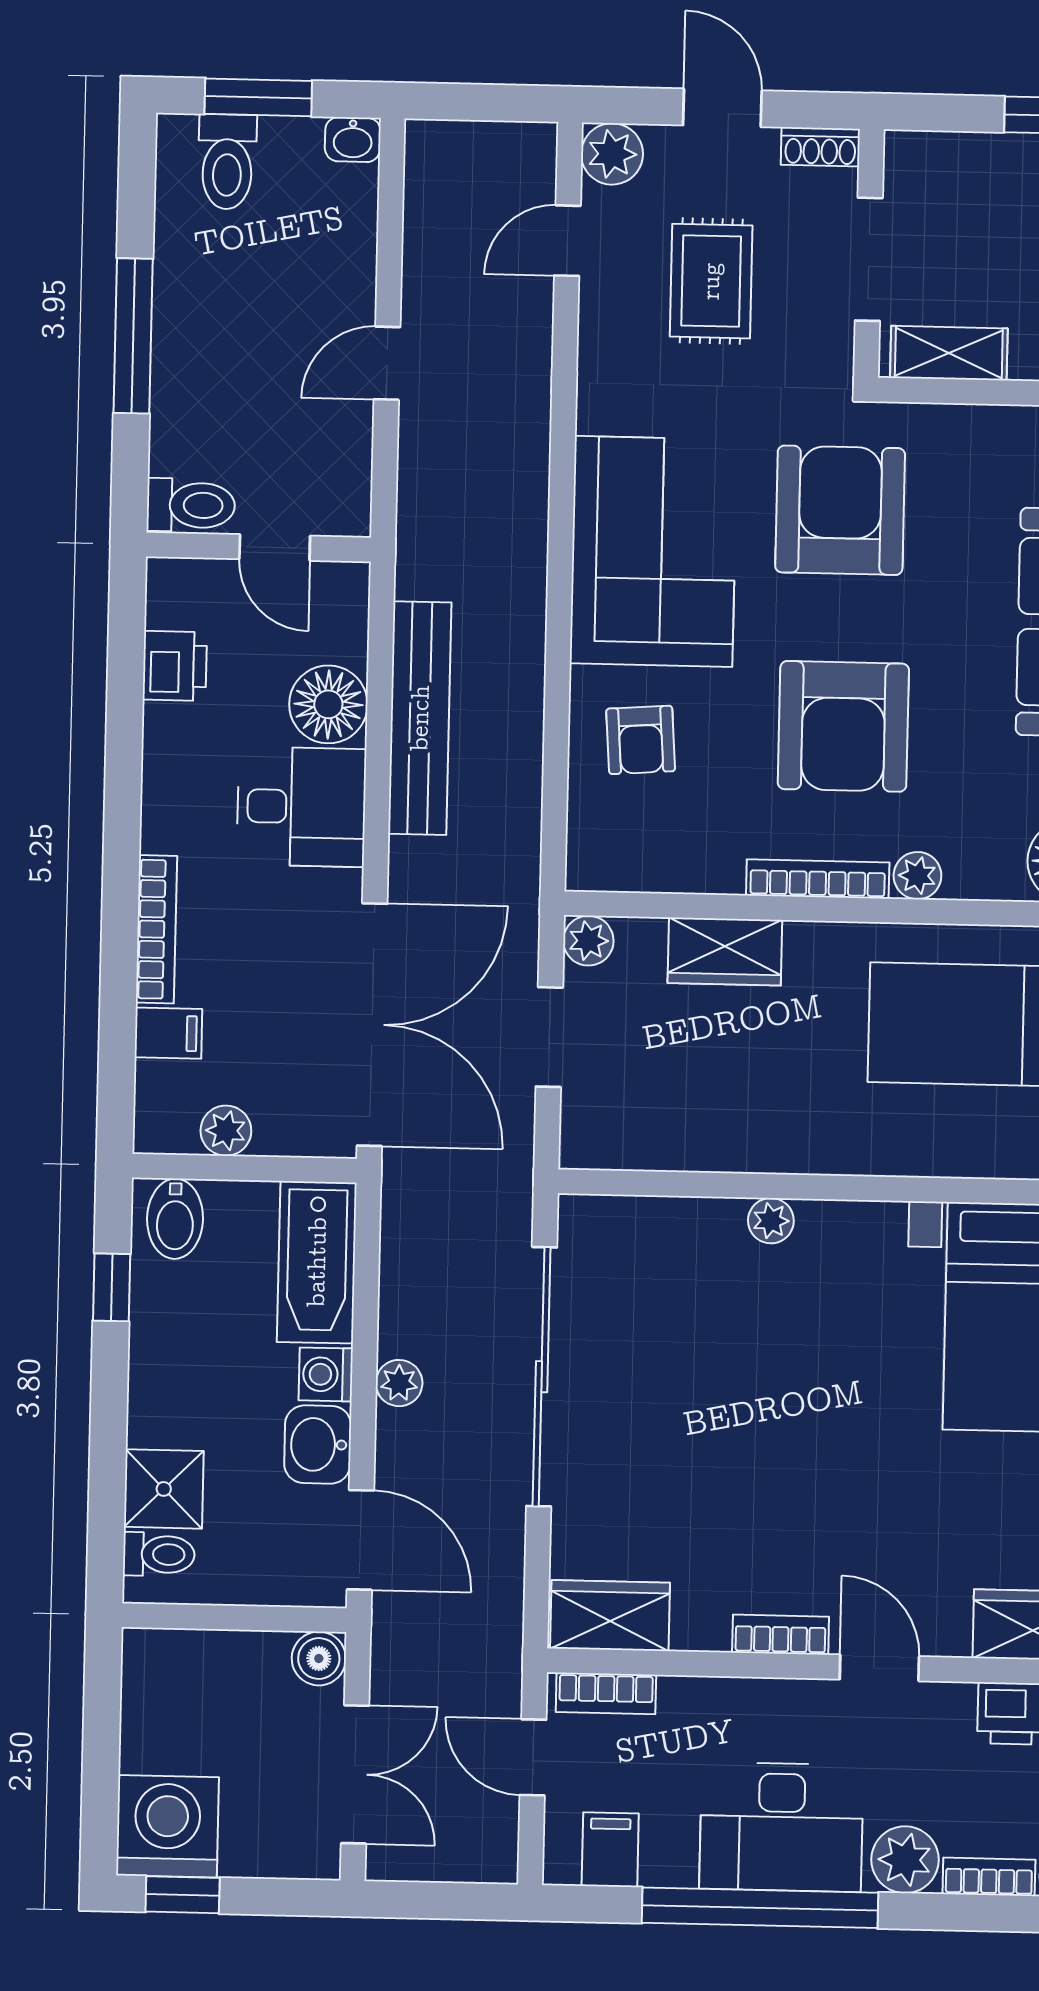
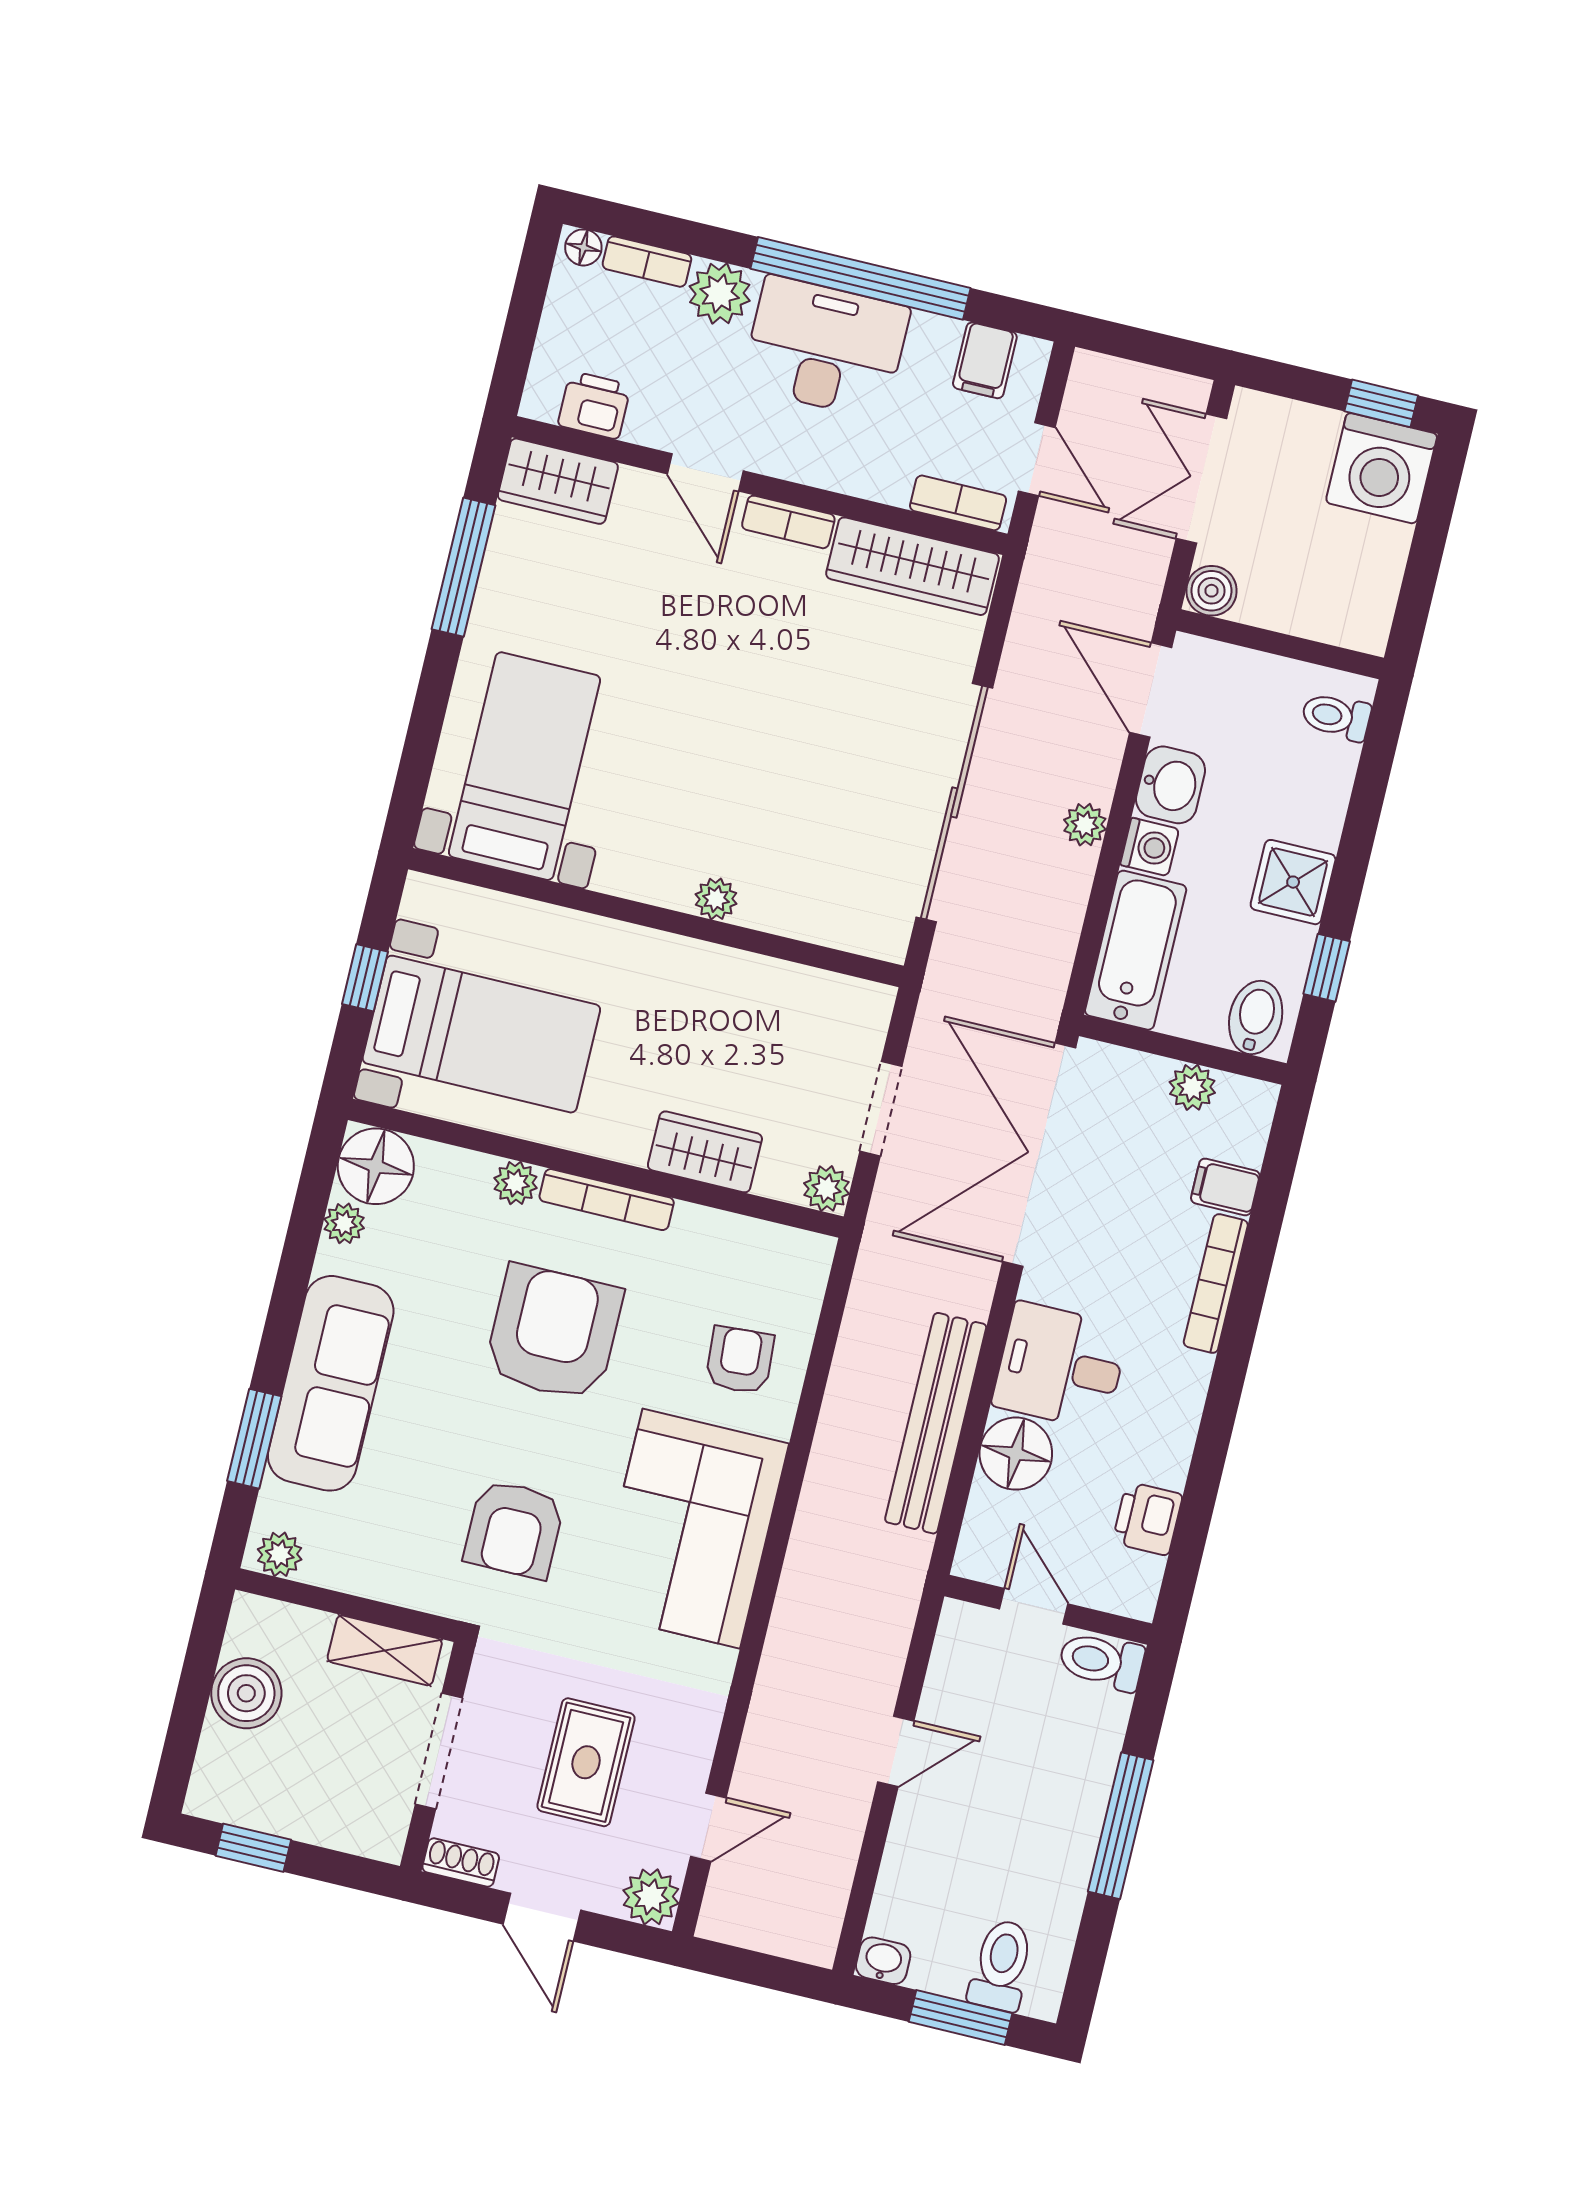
armchair: (840, 510) -> (514, 1529), width x0.73, depth x0.73
shower: (164, 1489) -> (1293, 882), moved
wardrobe: (610, 1616) -> (913, 566), width x1.50

